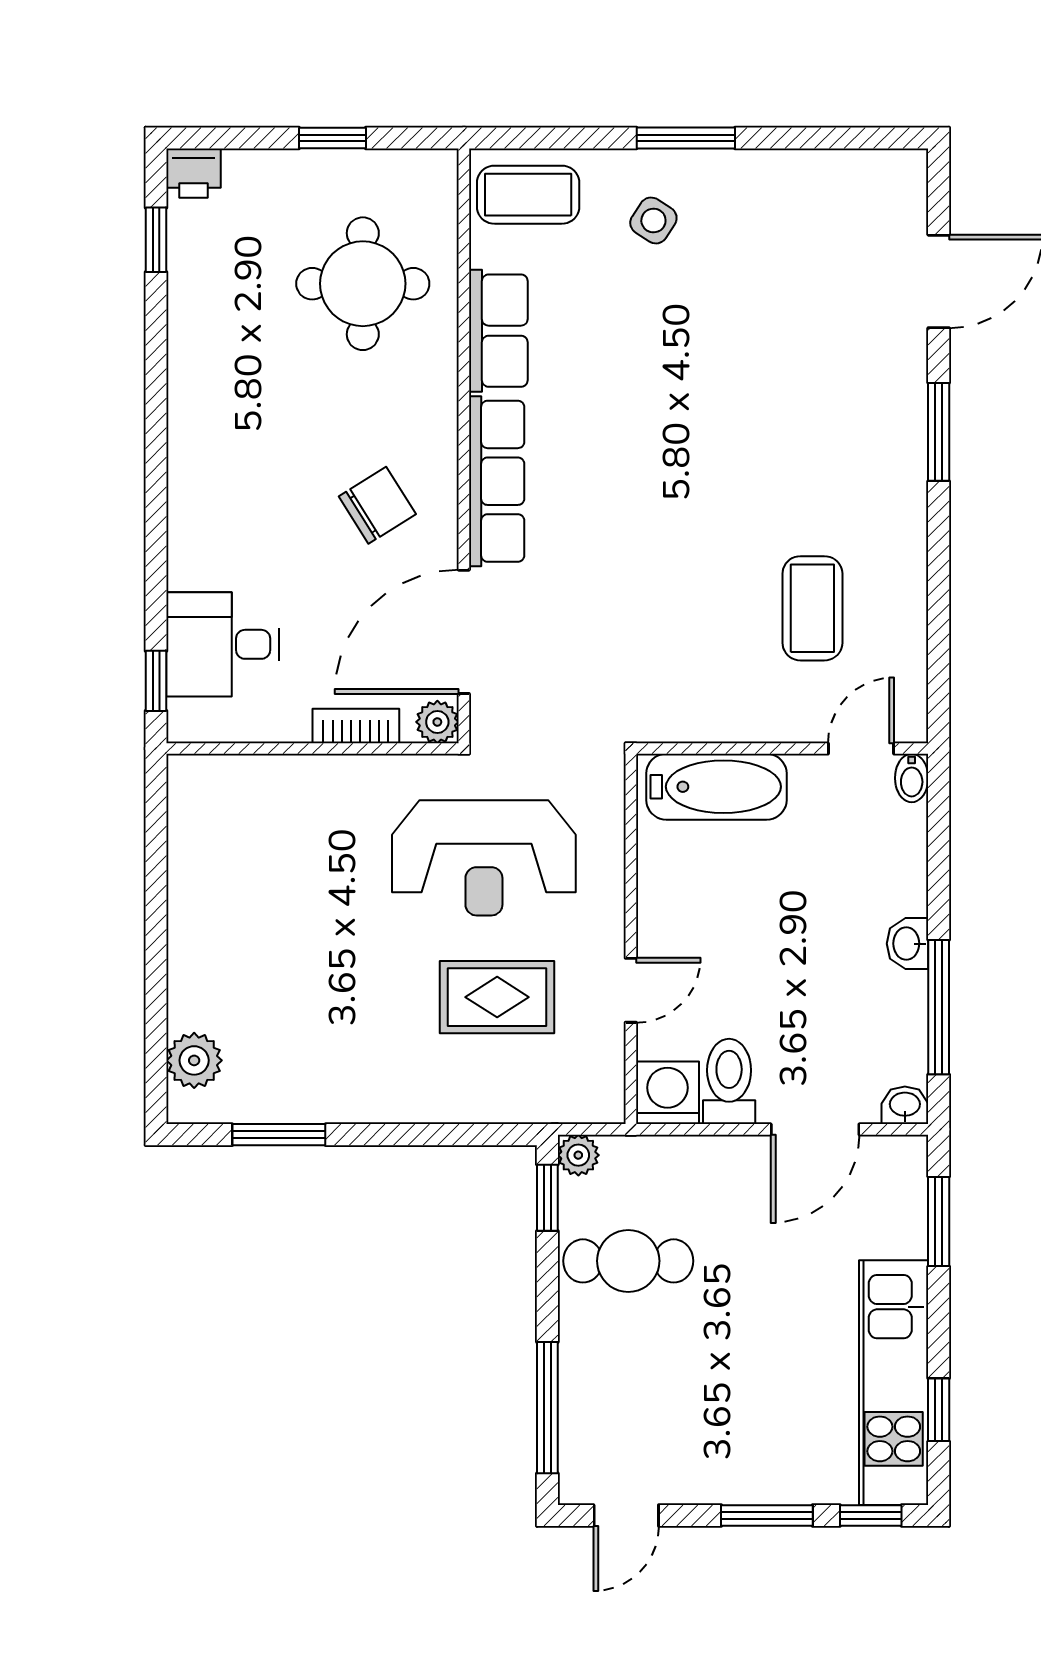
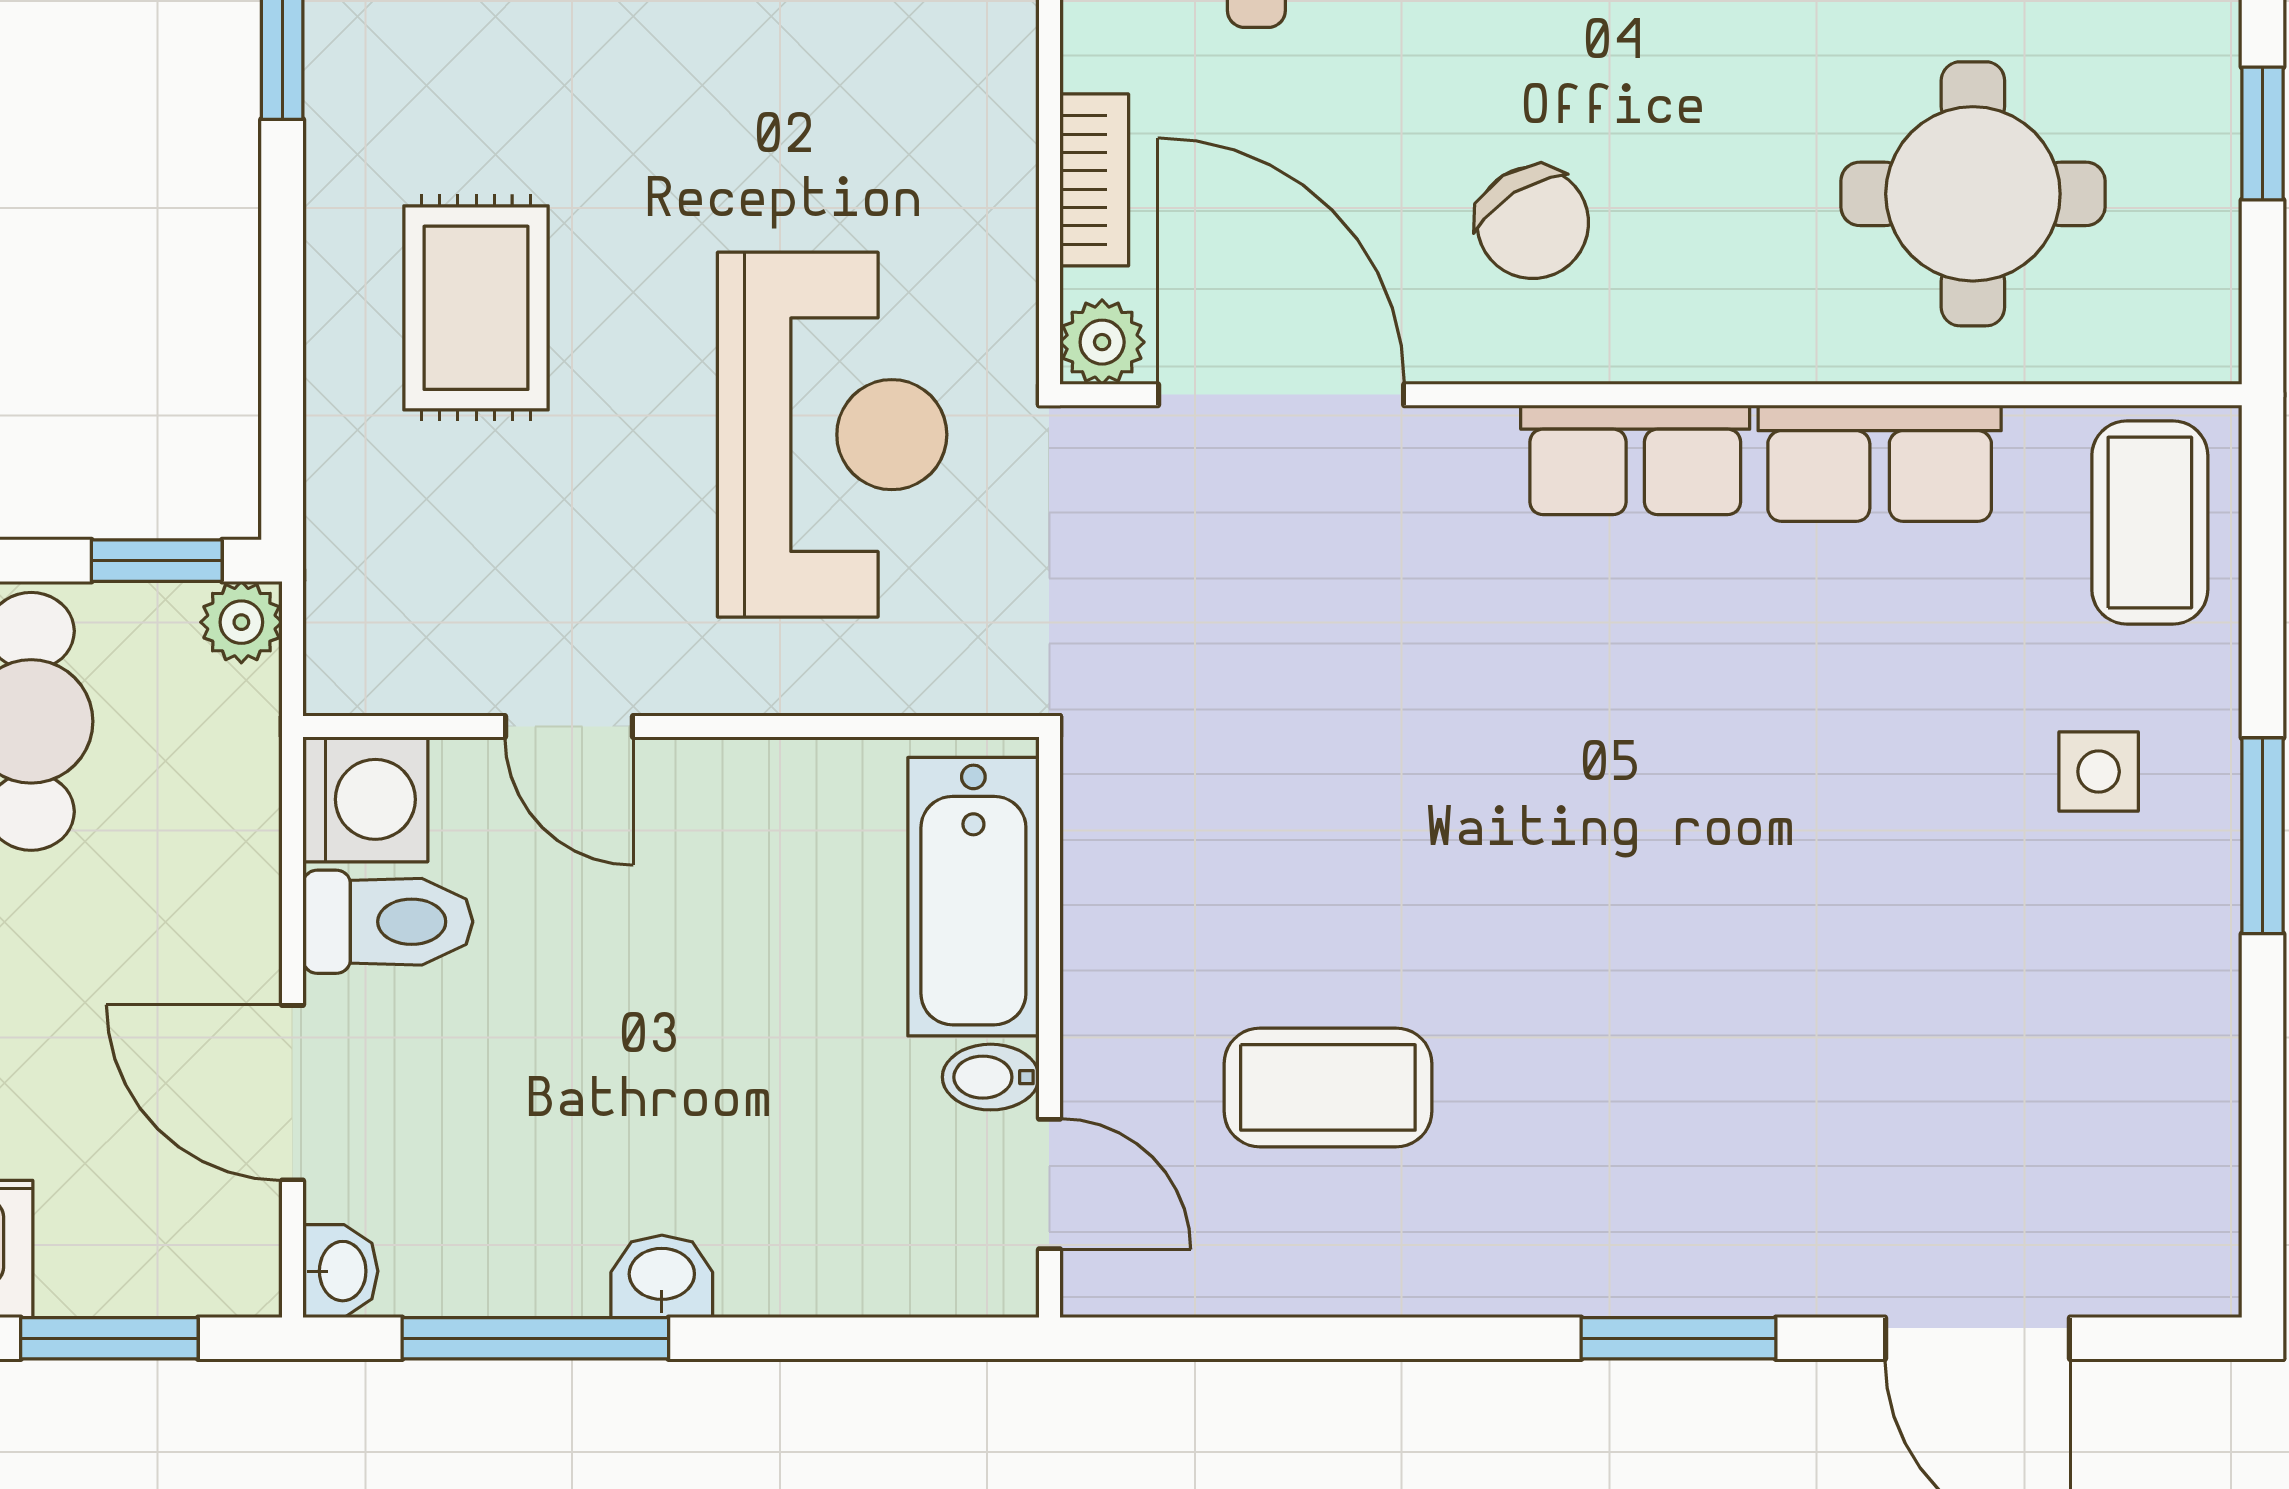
side table: (653, 220) -> (2099, 772), turned -33
row of seats: (497, 481) -> (1635, 460), width x0.68
bidet: (912, 778) -> (991, 1077), moved
reception desk: (484, 858) -> (832, 435), turned 180
rug: (497, 997) -> (476, 308), moved

